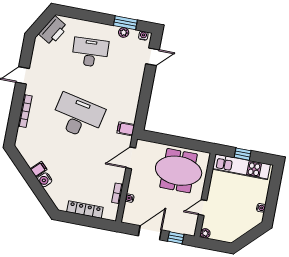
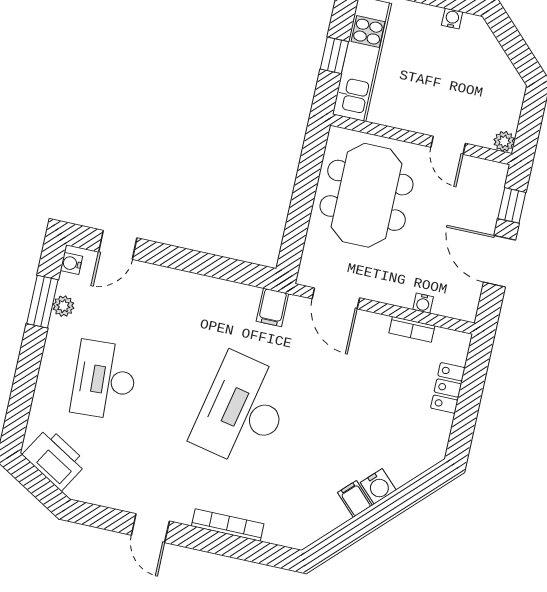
door: (153, 57) -> (118, 245), swing flipped
locker: (85, 209) -> (448, 388), width x0.66

